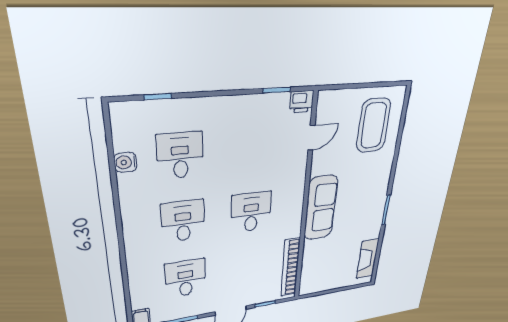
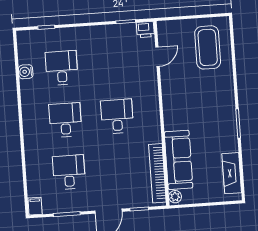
sofa: (321, 208) -> (179, 160), moved
plant: (306, 287) -> (175, 197), added

